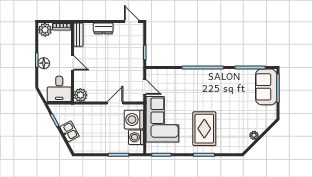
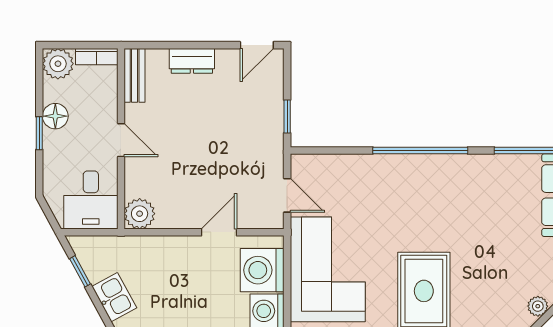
door: (132, 22) -> (257, 45), swing flipped
floor lamp: (44, 63) -> (55, 116), moved

